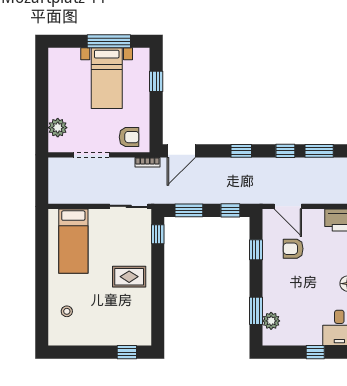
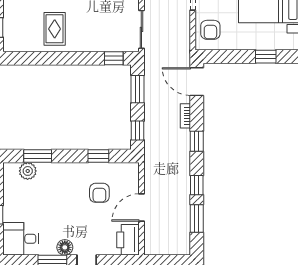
bookcase: (147, 162) -> (185, 116), moved
door: (288, 206) -> (141, 208), moved
armchair: (293, 249) -> (99, 193), turned 180
rug: (129, 277) -> (55, 29), moved

